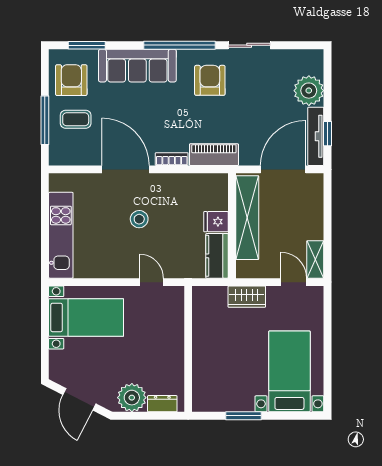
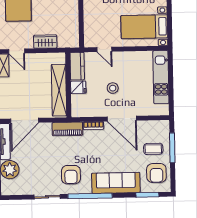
shelving: (247, 218) -> (59, 90), moved
fridge: (216, 222) -> (78, 87), moved
wall: (232, 226) -> (68, 85), moved
kitchen counter: (217, 256) -> (77, 66), moved

